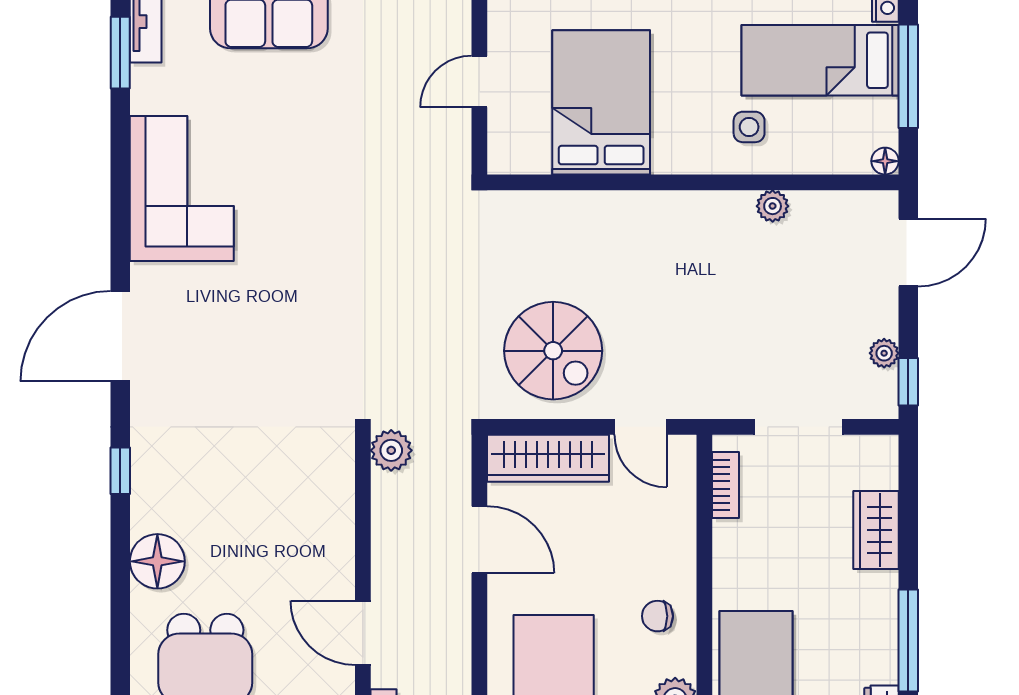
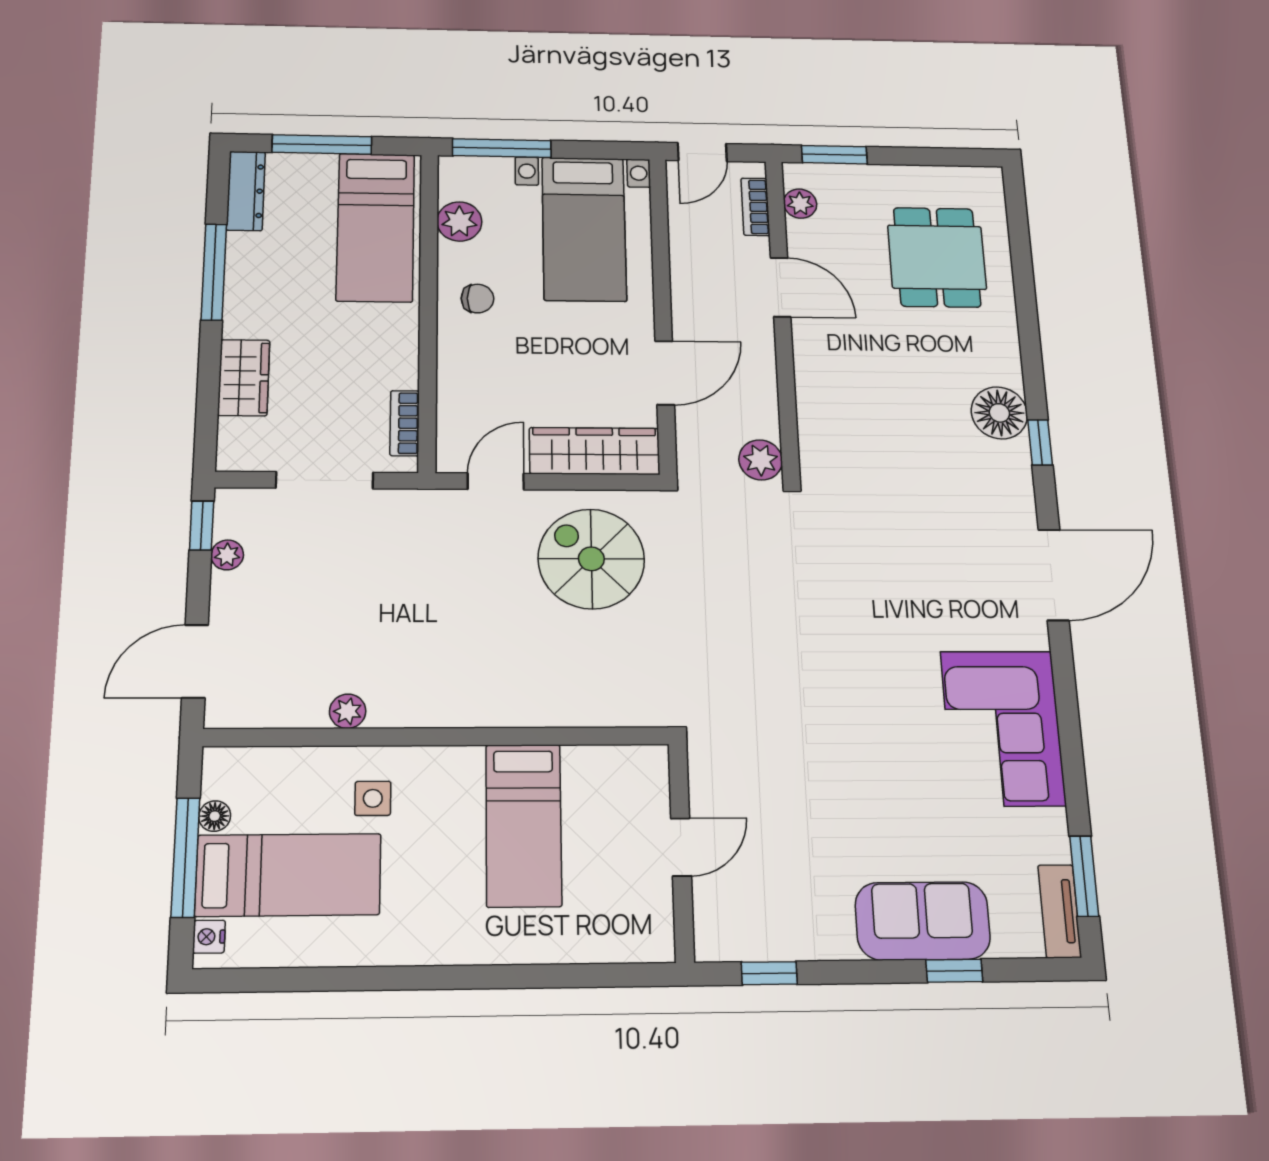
bed: (601, 102) -> (524, 825), width x0.67
floor lamp: (885, 161) -> (215, 816), moved
door: (641, 427) -> (496, 481), hinge flipped
door: (479, 540) -> (665, 373), swing flipped
floor lamp: (157, 561) -> (999, 413), moved

